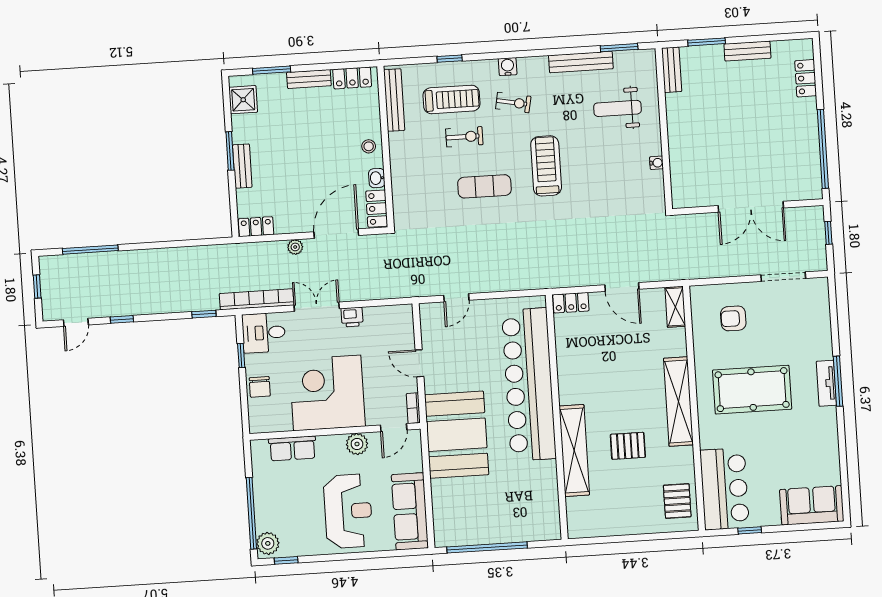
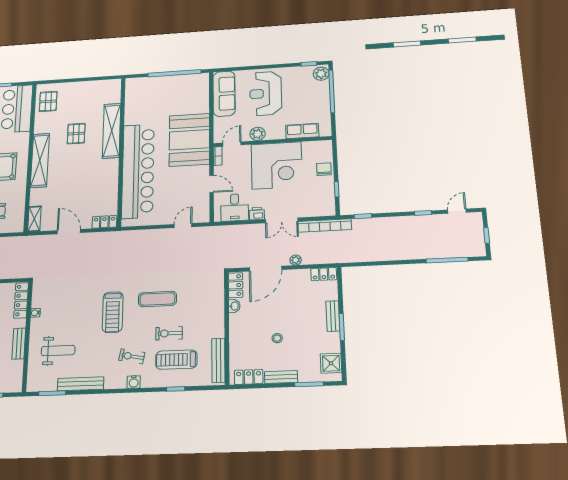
bench: (672, 70) -> (19, 344), moved
stool: (369, 146) -> (277, 338), moved
locker: (679, 181) -> (21, 300), added
desk: (264, 333) -> (235, 207), moved, turned 90
pallet: (628, 446) -> (76, 134), turned 90

